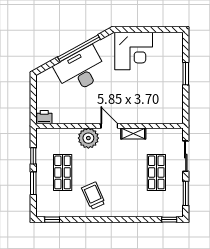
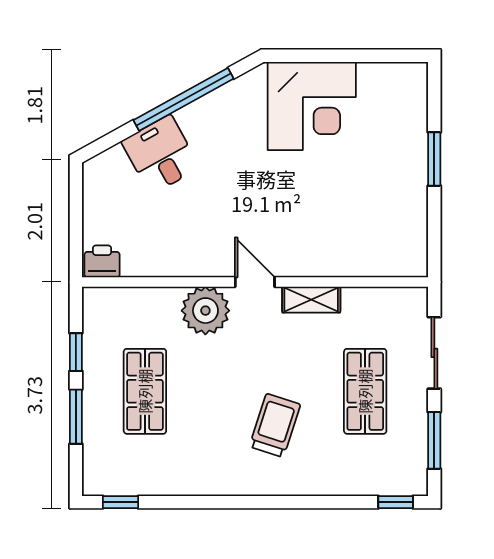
desk: (81, 70) -> (161, 155), width x0.53, depth x0.77
trolley: (93, 196) -> (275, 425), moved, turned 42

